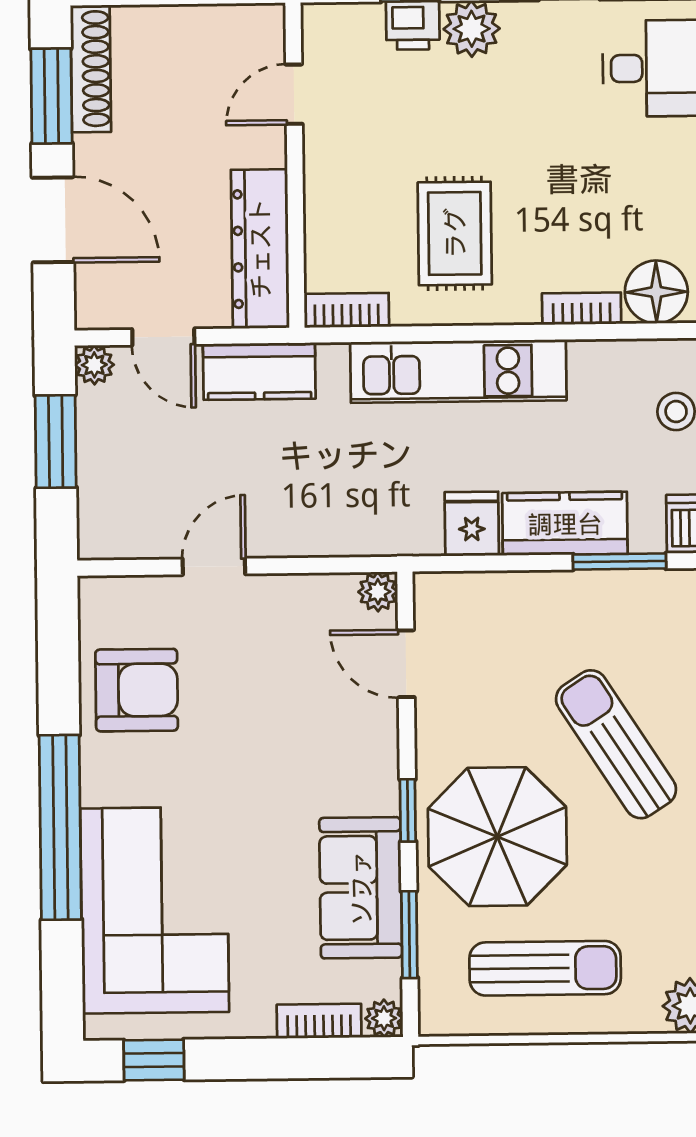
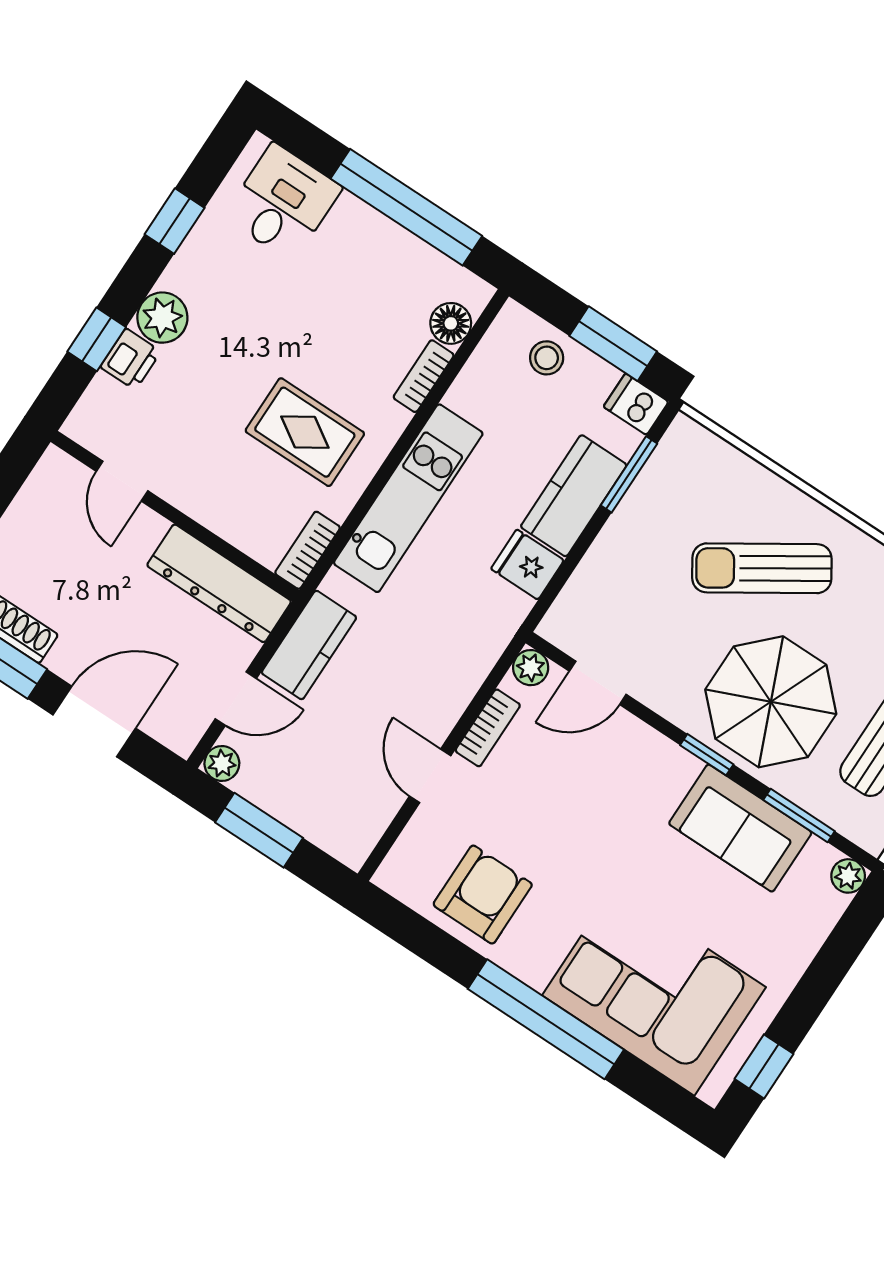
floor lamp: (656, 292) -> (451, 323), width x0.73, depth x0.73
bookcase: (319, 1021) -> (488, 728), moved, turned 180

